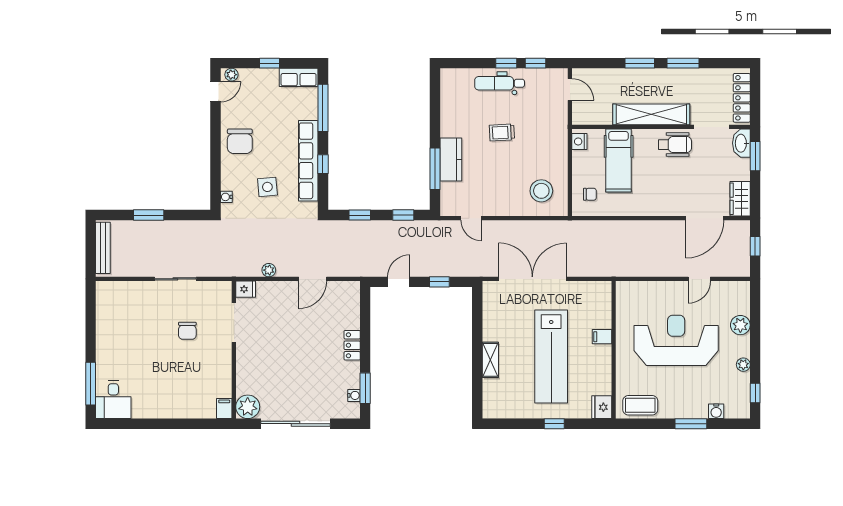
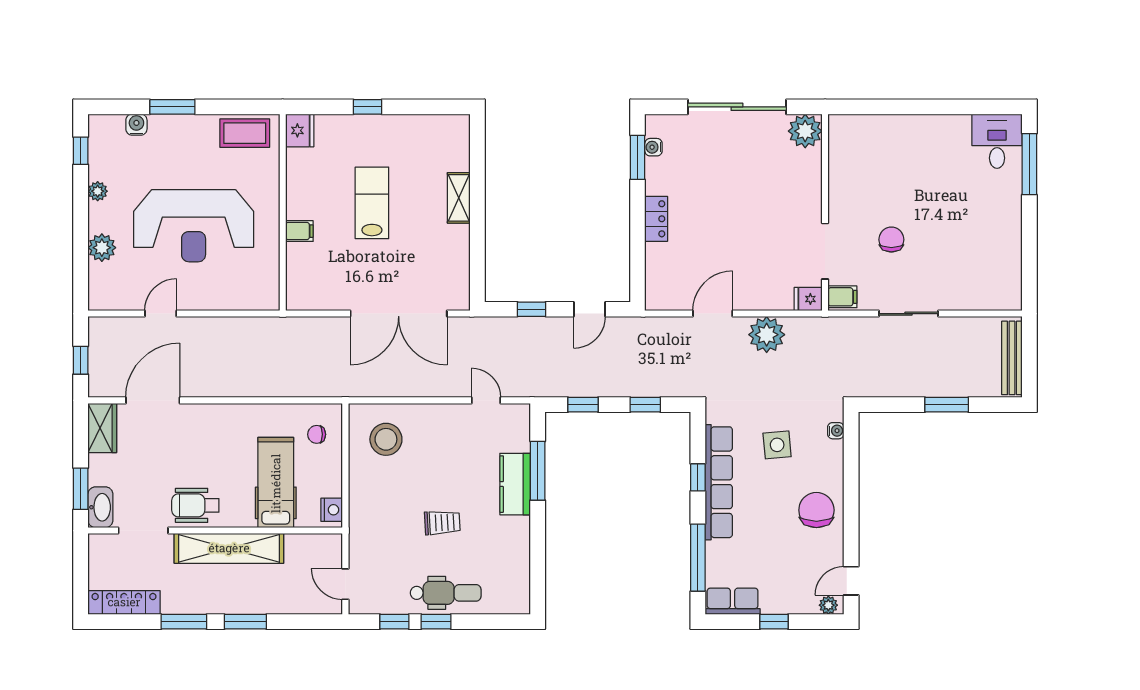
locker: (742, 98) -> (124, 602), moved, turned -90
plant: (269, 270) -> (767, 335), width x1.88, depth x1.88
lab bench: (551, 356) -> (372, 203), width x0.54, depth x0.72
filing cabinet: (224, 409) -> (842, 297), moved, turned -90

